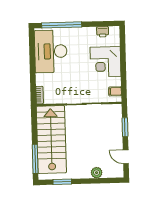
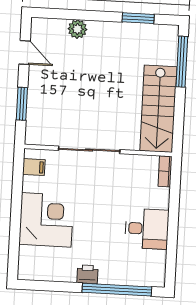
printer: (103, 32) -> (87, 274), moved
desk: (51, 51) -> (147, 229), width x0.53, depth x0.77
stairs: (51, 140) -> (158, 109), width x0.73, depth x0.66

